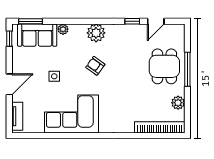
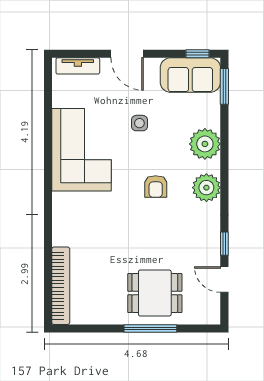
plant: (63, 29) -> (205, 144), width x1.87, depth x1.87
sofa: (37, 35) -> (190, 75), moved, turned -90
armchair: (95, 66) -> (156, 187), turned 144
plant: (178, 103) -> (99, 314), removed

